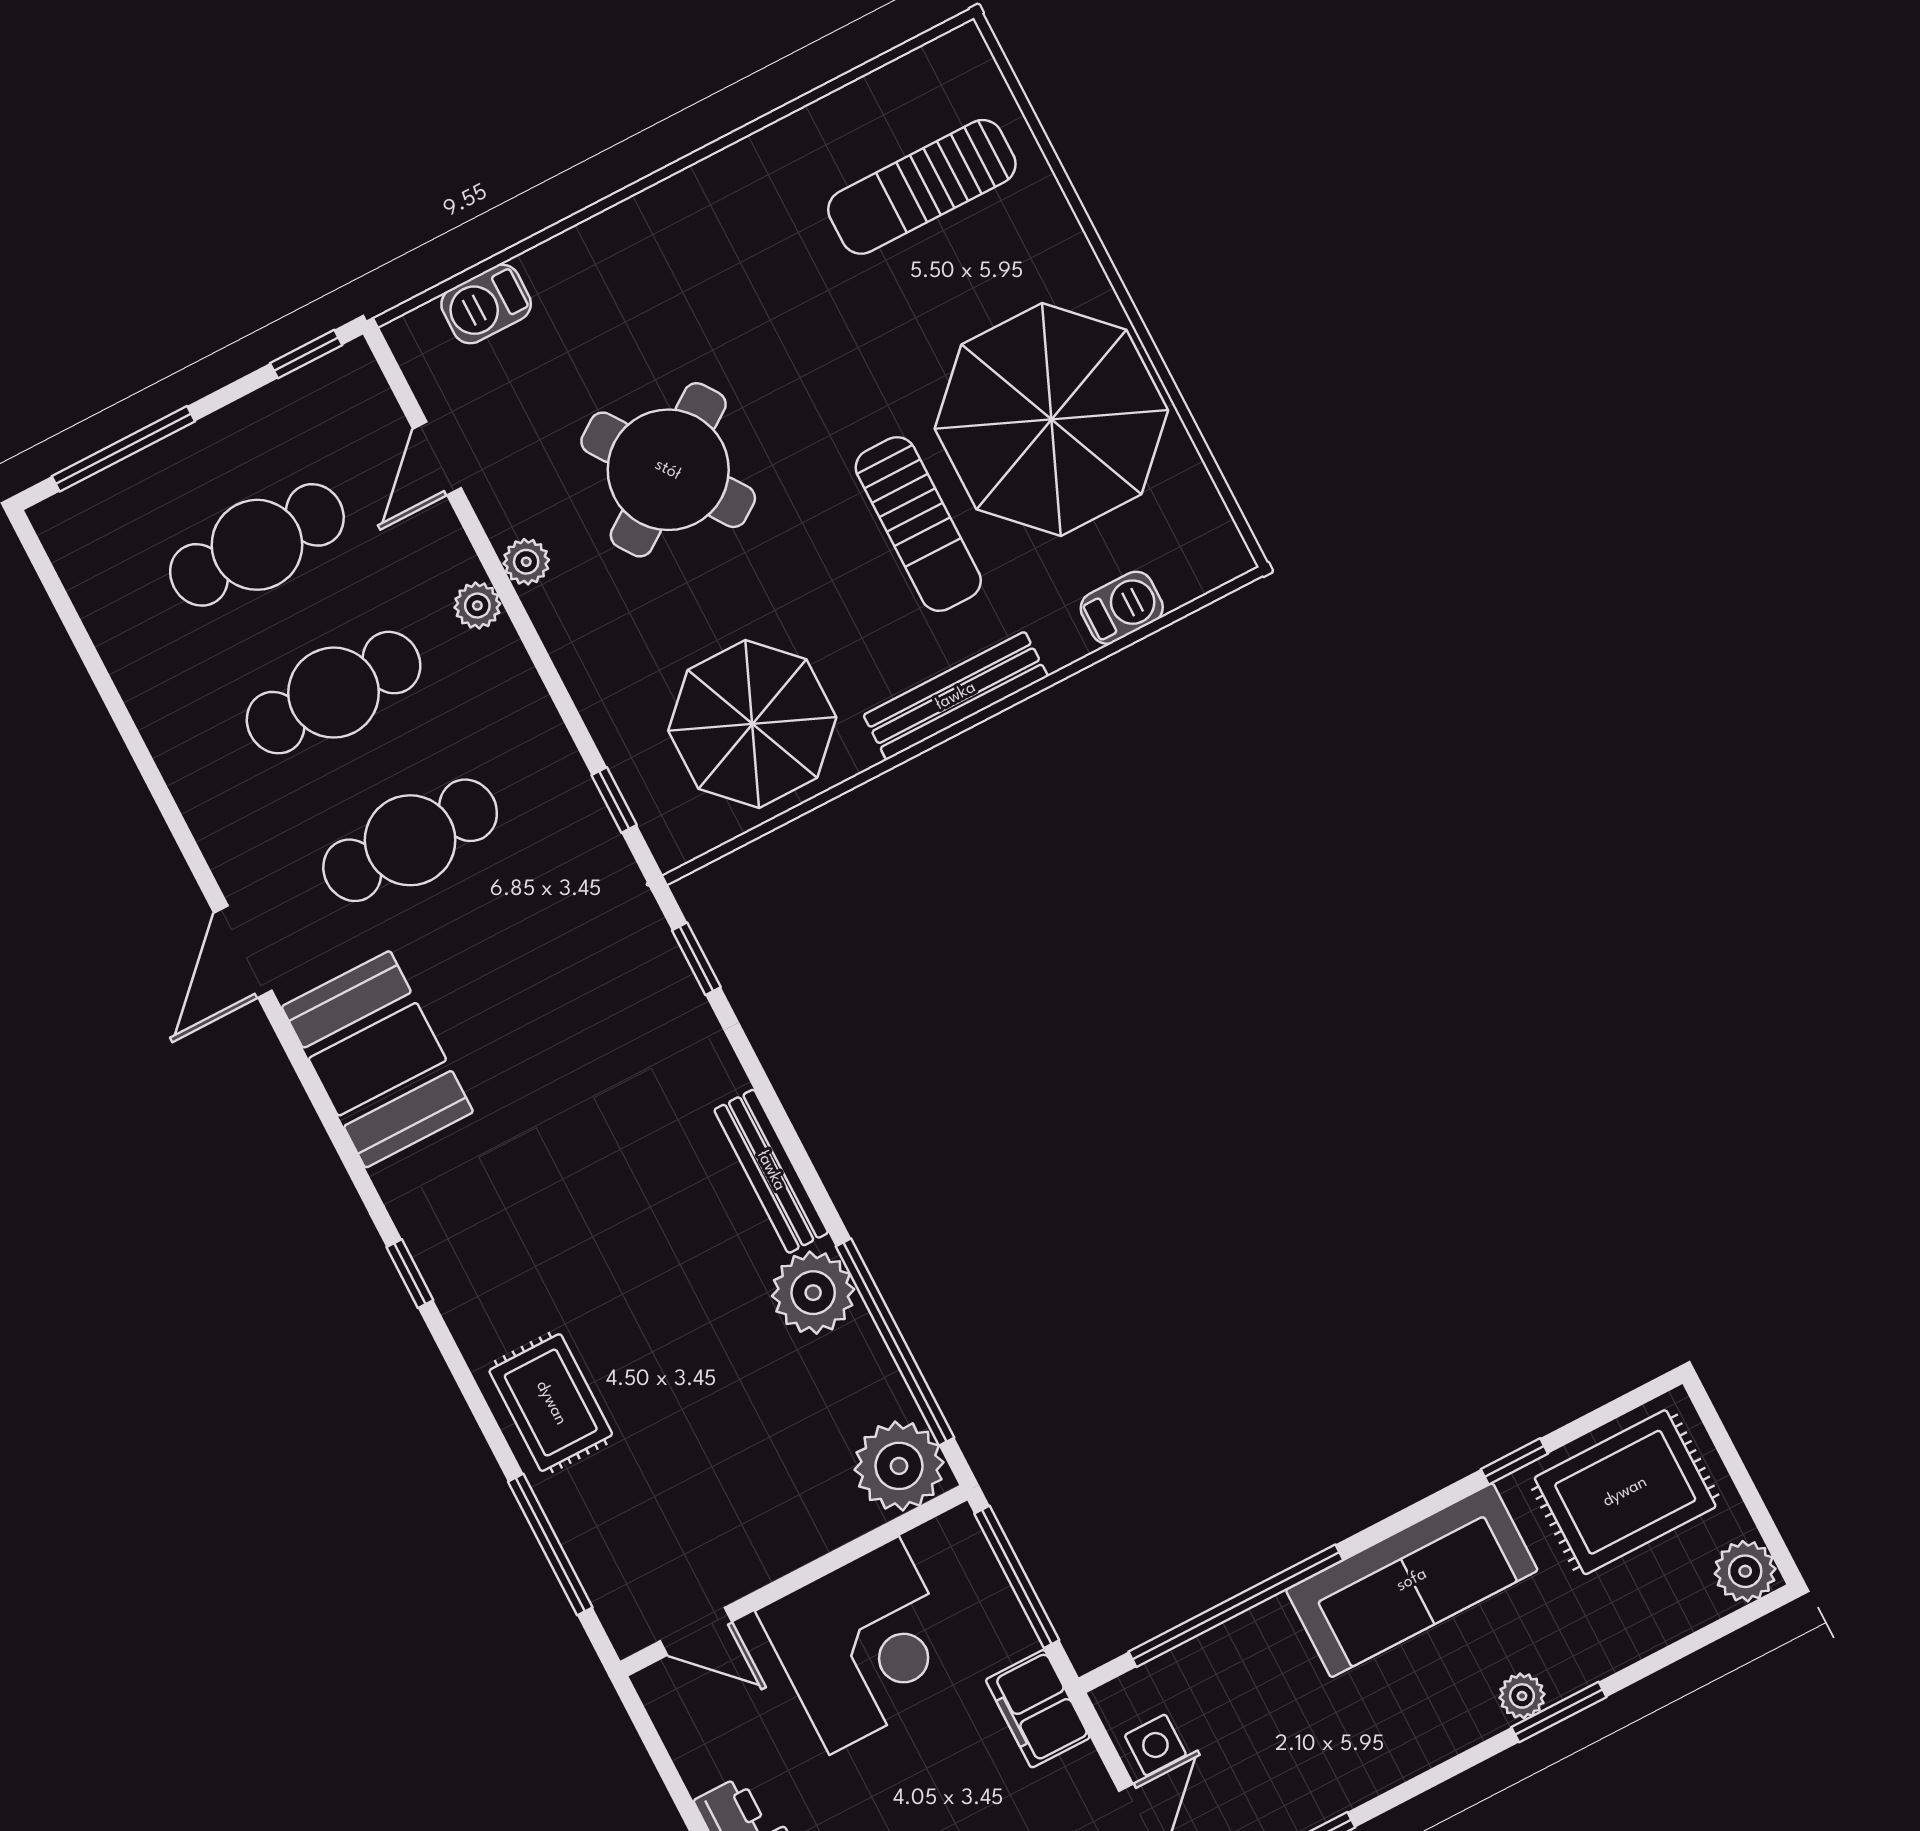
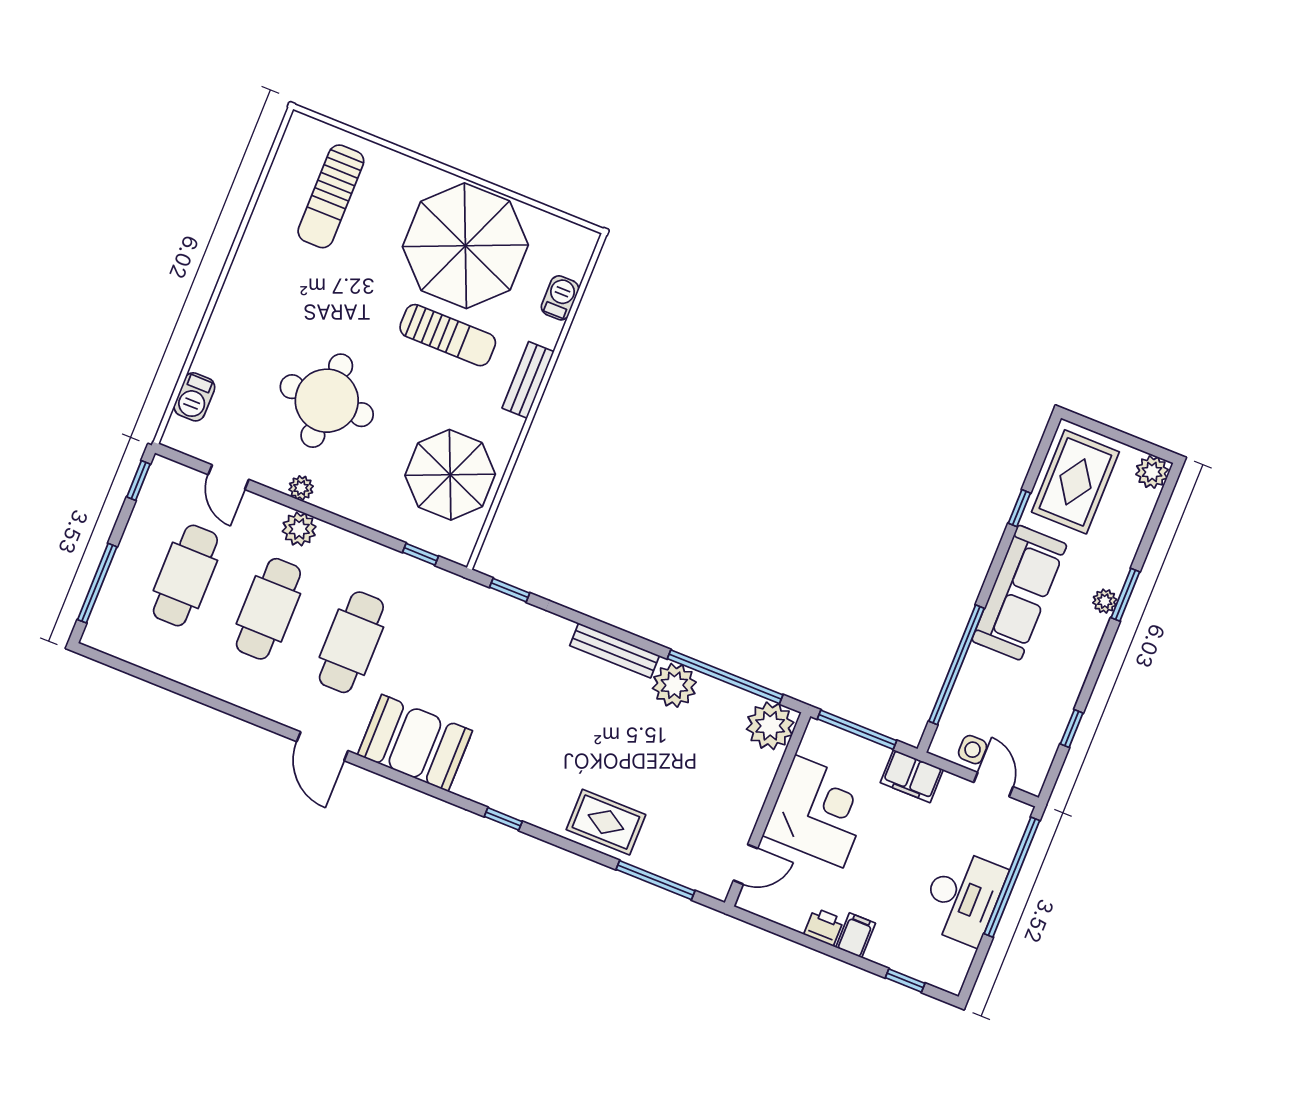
round table: (668, 470) -> (327, 401), turned 35
plant: (477, 606) -> (299, 529), width x1.38, depth x1.38
bench: (956, 696) -> (528, 380), width x0.73

